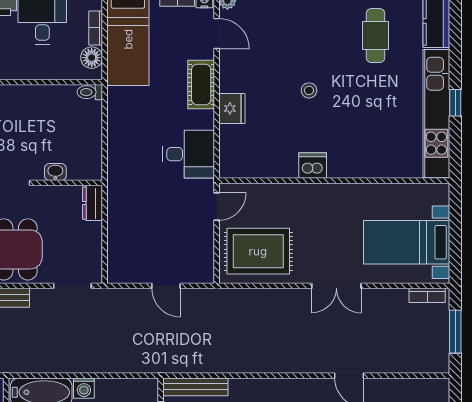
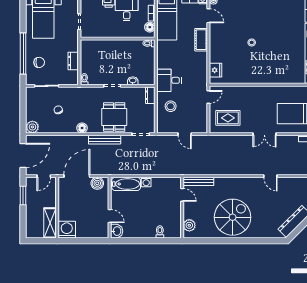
cafe table: (375, 36) -> (283, 17), removed
fridge: (232, 108) -> (216, 70), moved
desk: (189, 154) -> (169, 80), moved, turned 180
dishwasher: (313, 166) -> (253, 78), removed
stool: (136, 226) -> (171, 106), added
rug: (258, 251) -> (228, 118), width x0.73, depth x0.70

